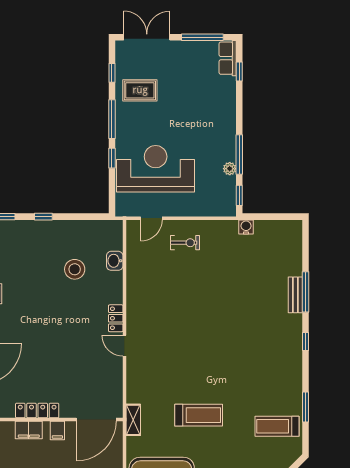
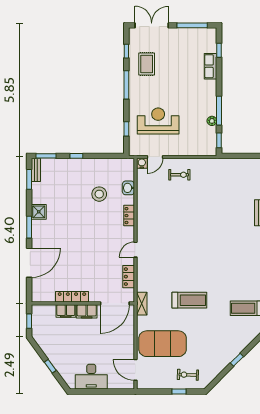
row of seats: (228, 58) -> (211, 66), moved
rug: (140, 90) -> (147, 64), turned 90
window: (112, 158) -> (126, 129), moved
reception desk: (156, 169) -> (158, 121), width x0.74, depth x0.77
water cooler: (246, 227) -> (142, 163), moved
locker: (116, 318) -> (129, 216), moved
door: (124, 346) -> (135, 250), hinge flipped
locker: (115, 383) -> (129, 277), added
filing cabinet: (57, 430) -> (87, 311), width x2.00

